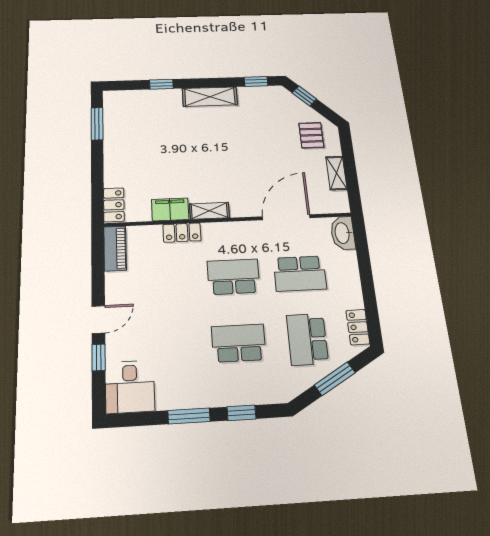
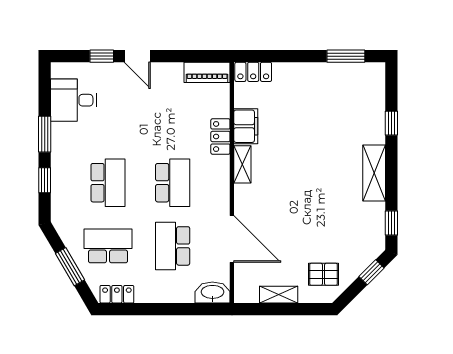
desk: (130, 387) -> (74, 100), moved

